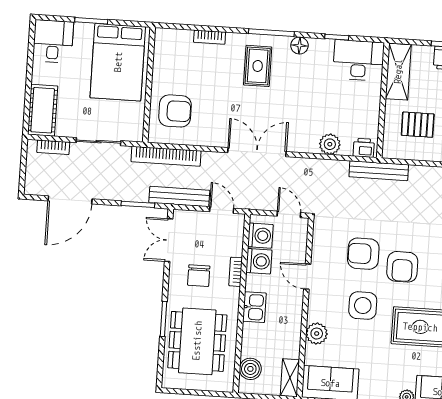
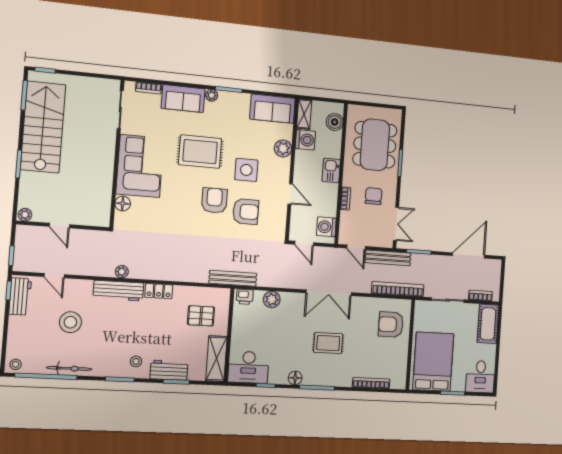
bookcase: (210, 37) -> (371, 383), width x1.56
rug: (258, 66) -> (328, 343), moved, turned 90
washing machine: (259, 261) -> (305, 140), moved, turned 180

